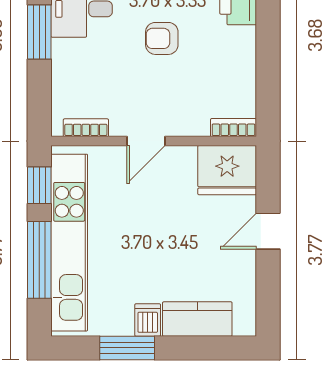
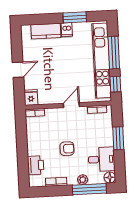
window: (39, 32) -> (118, 138), moved
fridge: (227, 170) -> (31, 97), width x0.53, depth x0.75

